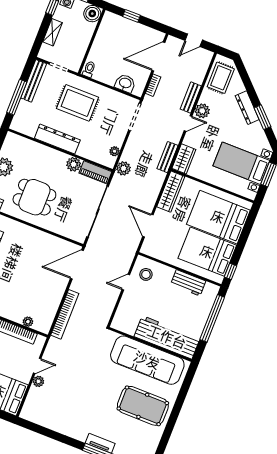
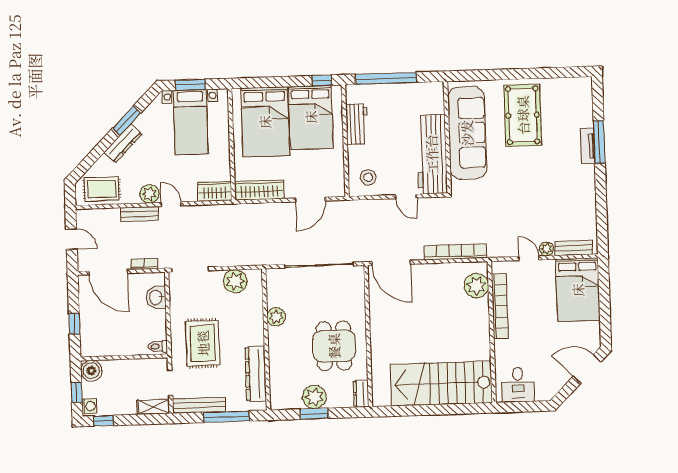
shelving: (53, 32) -> (153, 407), moved
dresser: (57, 139) -> (256, 374), moved
plant: (115, 151) -> (235, 281), width x1.87, depth x1.87
bench: (167, 157) -> (574, 248), moved
plant: (124, 168) -> (256, 257), removed
piano: (95, 172) -> (275, 287), removed
door: (126, 282) -> (406, 196), moved
plant: (28, 322) -> (476, 286), width x1.87, depth x1.87
workbench: (167, 337) -> (432, 154), moved

